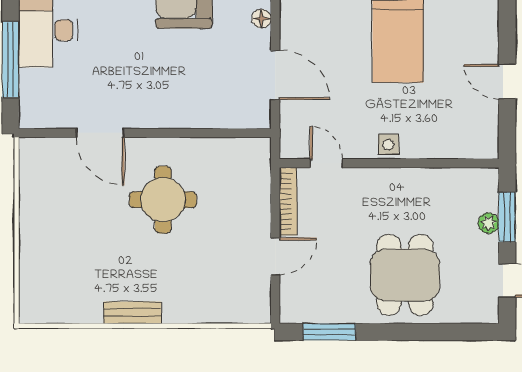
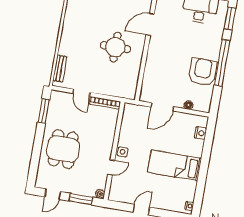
door: (326, 163) -> (111, 167), moved
plant: (489, 223) -> (100, 194), moved
dining table: (405, 275) -> (63, 149), turned 90
bench: (133, 313) -> (60, 69), moved

